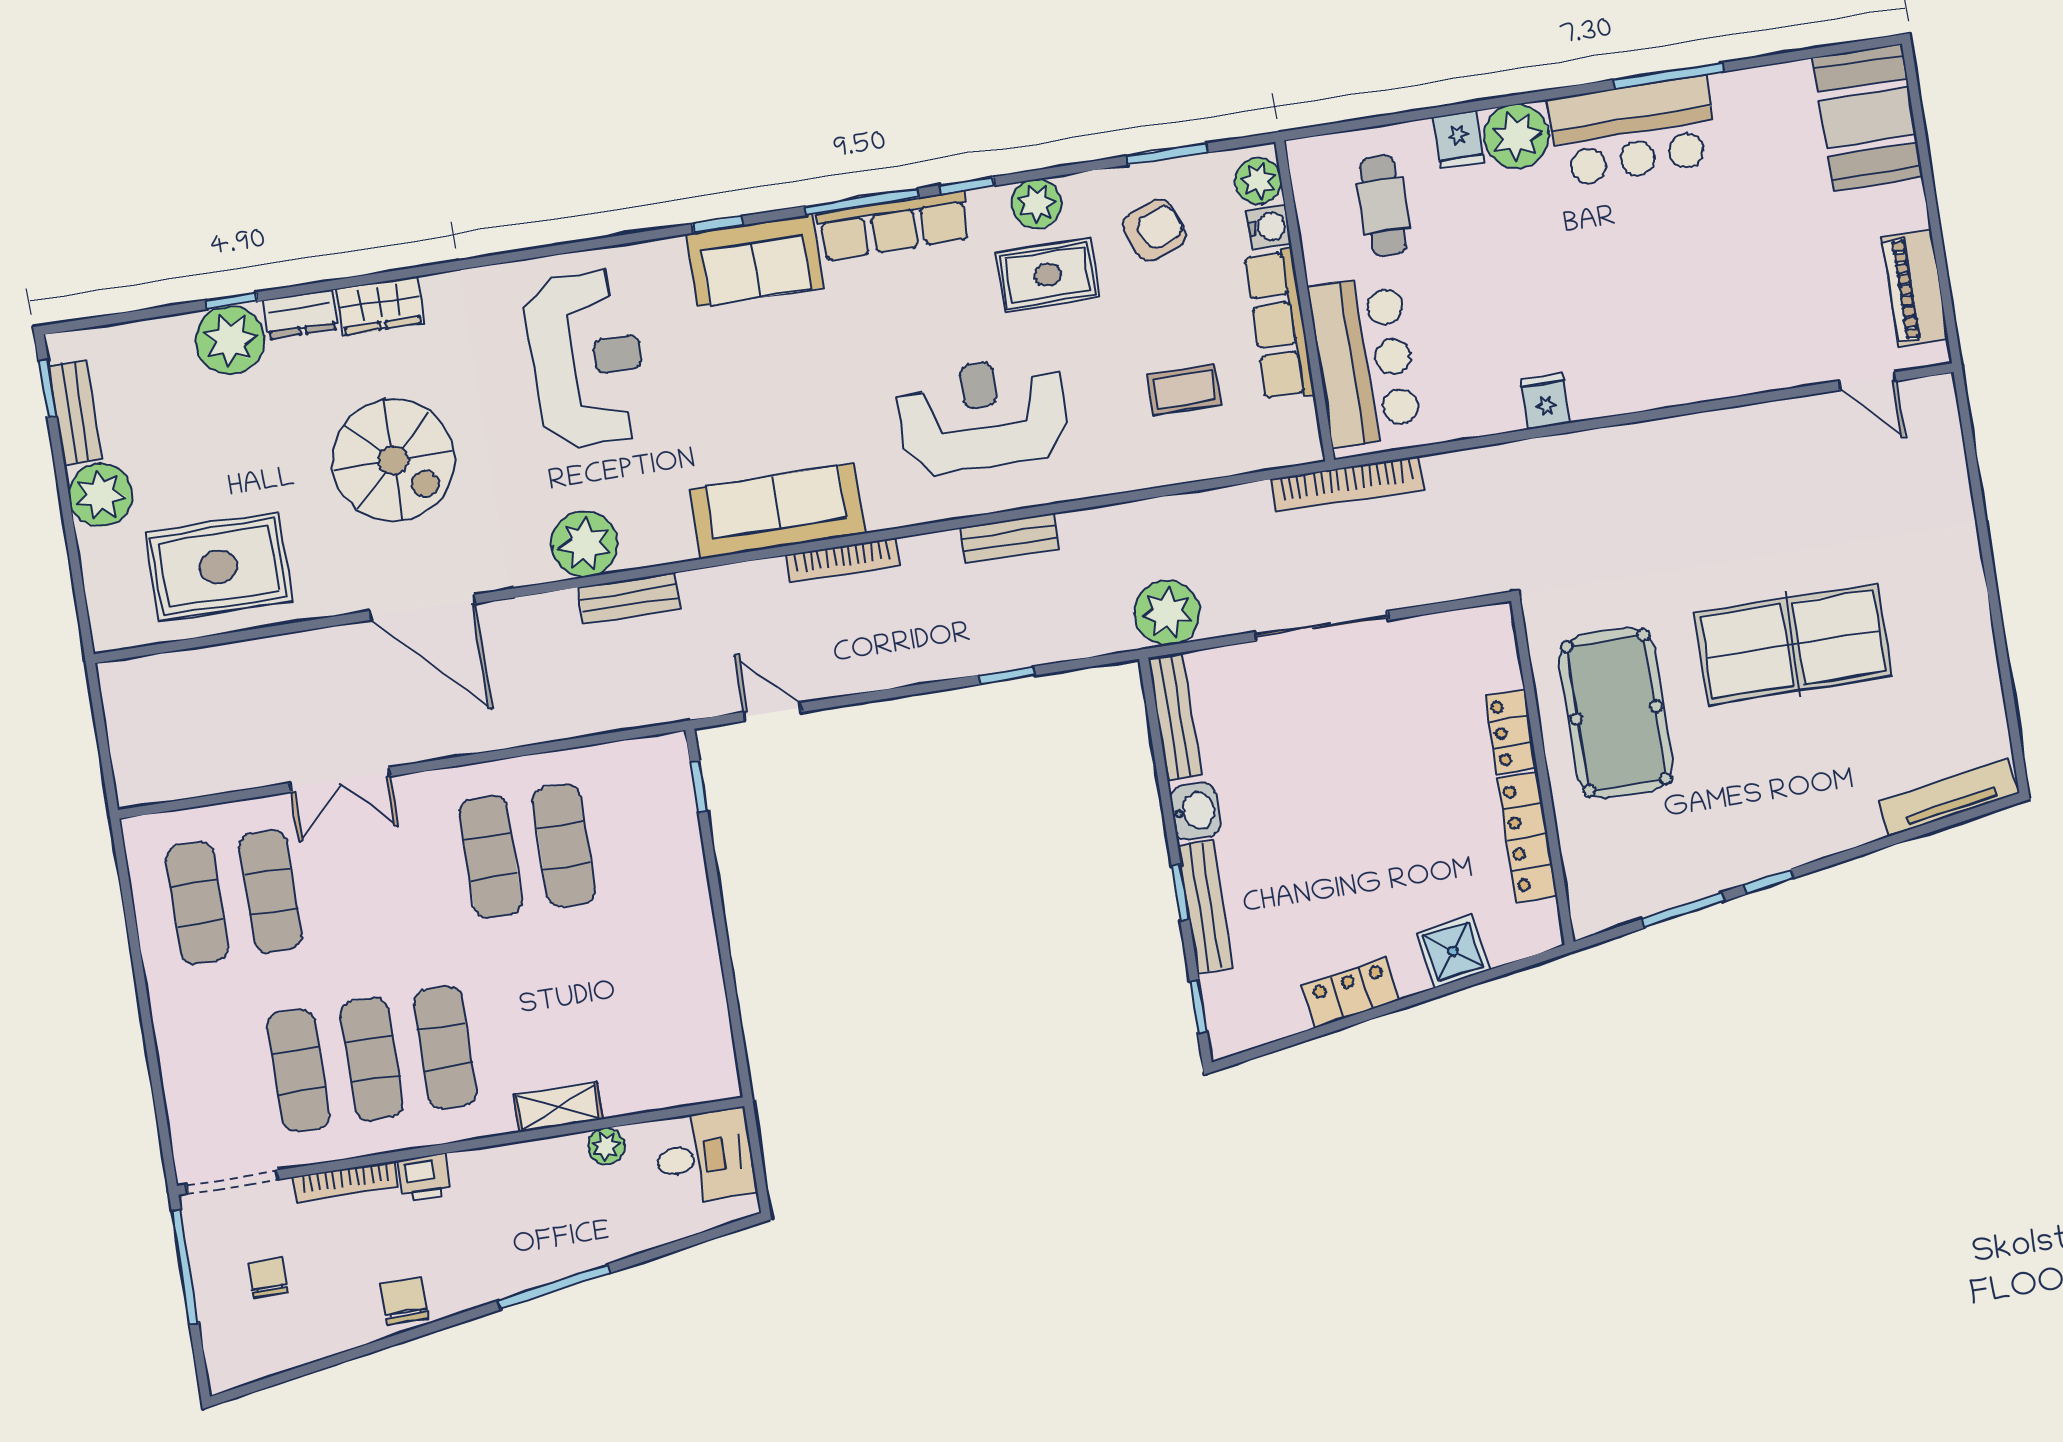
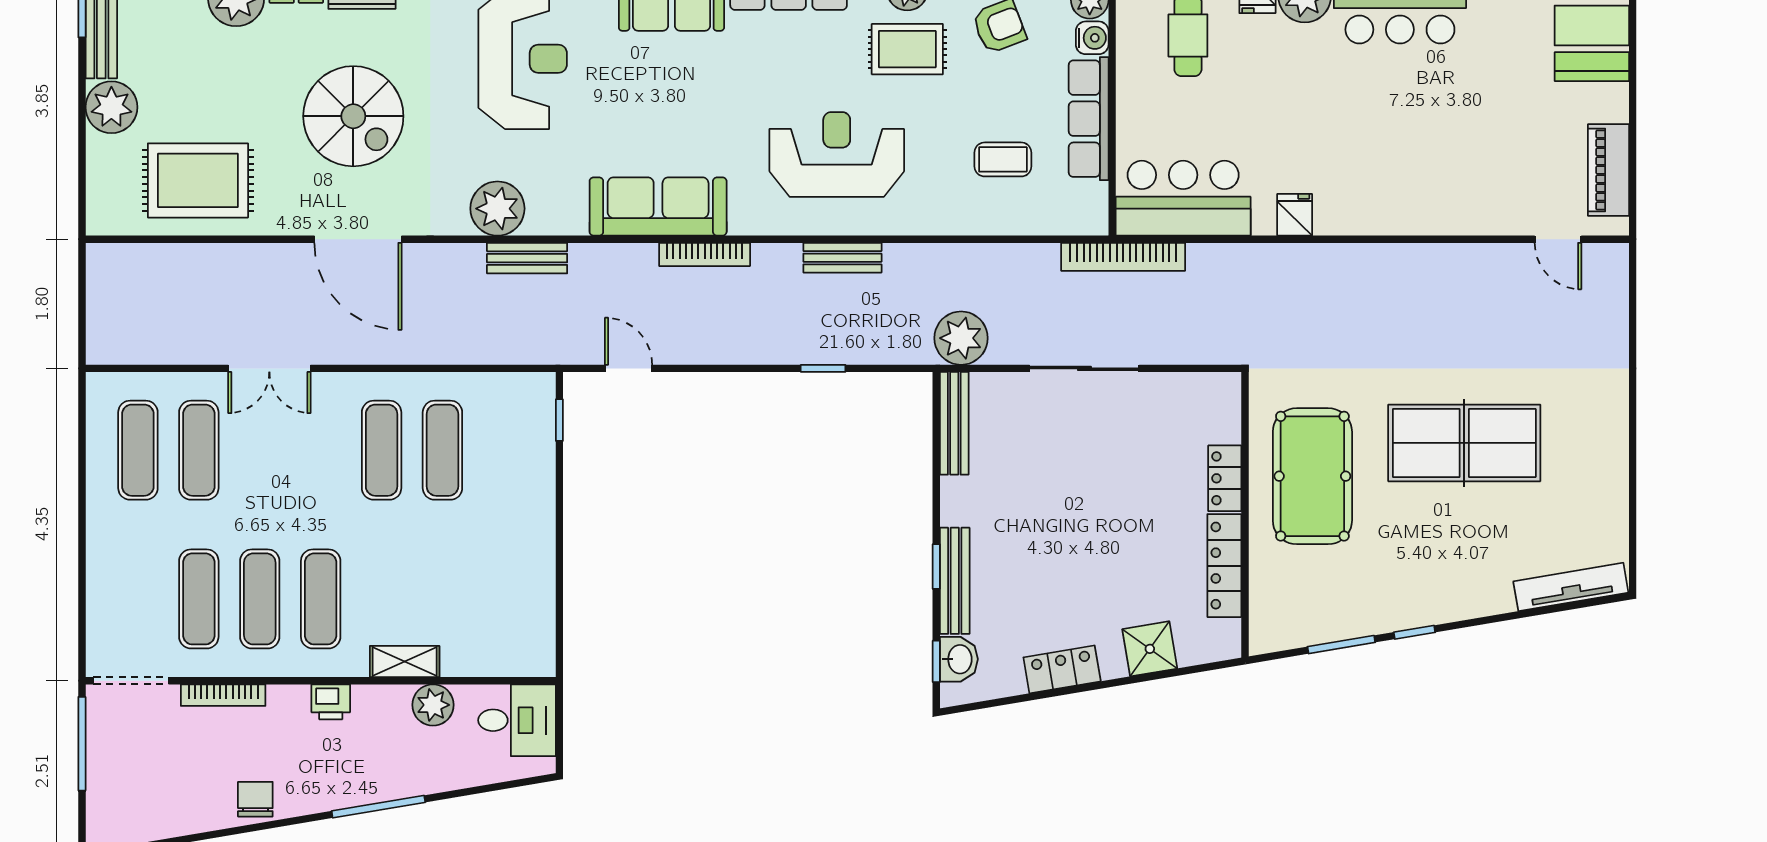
bar counter: (1365, 361) -> (1183, 198), moved, turned -90
washbasin: (1195, 811) -> (959, 659), moved
plant: (606, 1146) -> (433, 705), width x1.38, depth x1.38
printer: (425, 1178) -> (331, 702), moved
chair: (268, 1278) -> (148, 763), removed

